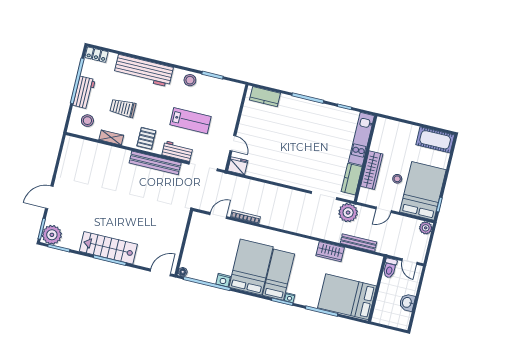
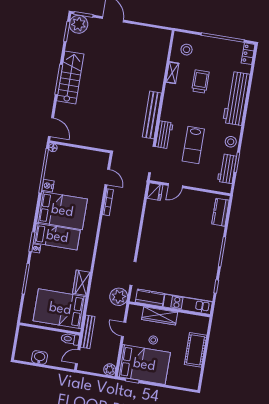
workbench: (84, 92) -> (227, 169), moved, turned 90
pallet: (146, 138) -> (174, 105), removed
cot: (435, 140) -> (196, 350), moved
bench: (359, 243) -> (88, 332), moved
bed: (347, 297) -> (60, 309), moved, turned -90

